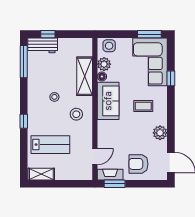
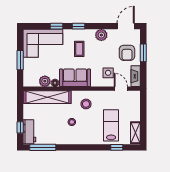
window: (149, 34) -> (20, 60), moved
side table: (109, 46) -> (108, 73), moved
shelving: (85, 76) -> (47, 97), width x1.47
window: (171, 105) -> (78, 26), added
window: (24, 121) -> (117, 147), moved
window: (115, 184) -> (143, 53), moved

